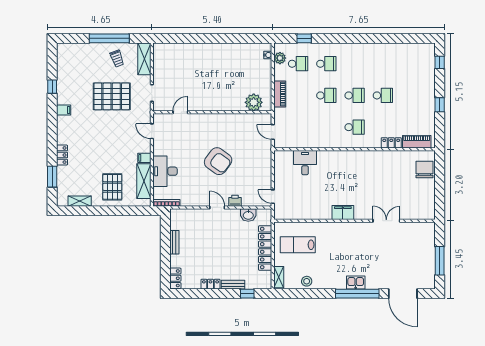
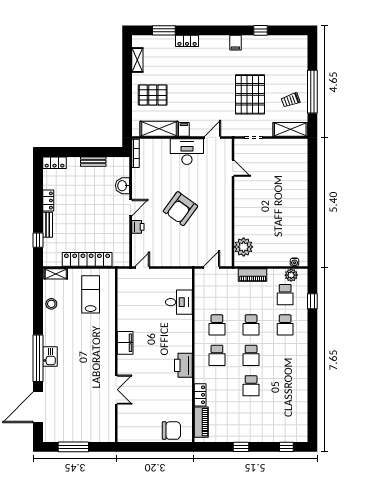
school desk: (326, 127) -> (217, 325), added
printer: (364, 158) -> (183, 365), added
desk: (165, 171) -> (187, 152), moved
washbasin: (248, 215) -> (123, 186), moved

